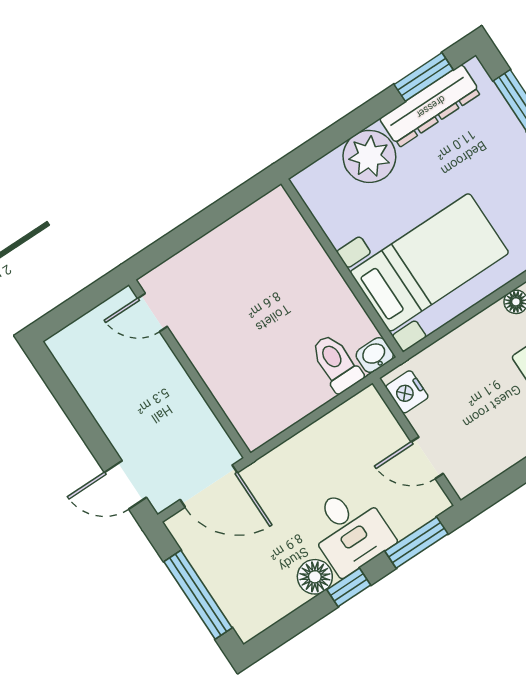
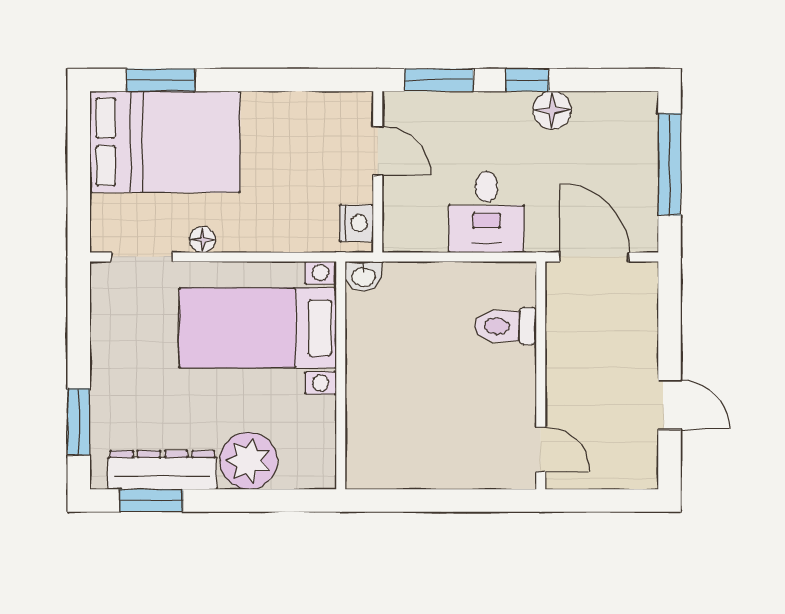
toilet: (336, 363) -> (505, 326), moved, turned 90
door: (125, 485) -> (670, 405), moved
desk: (349, 530) -> (487, 212), moved, turned 180

